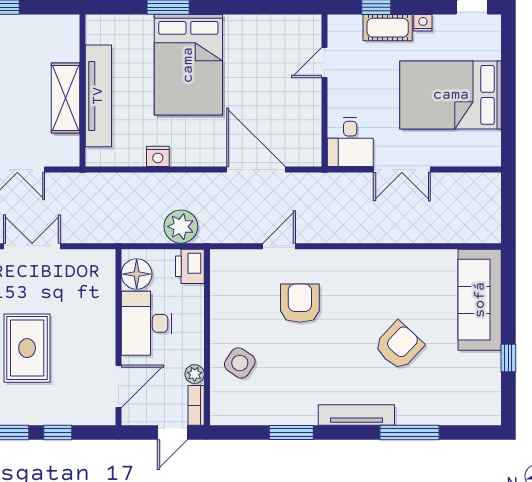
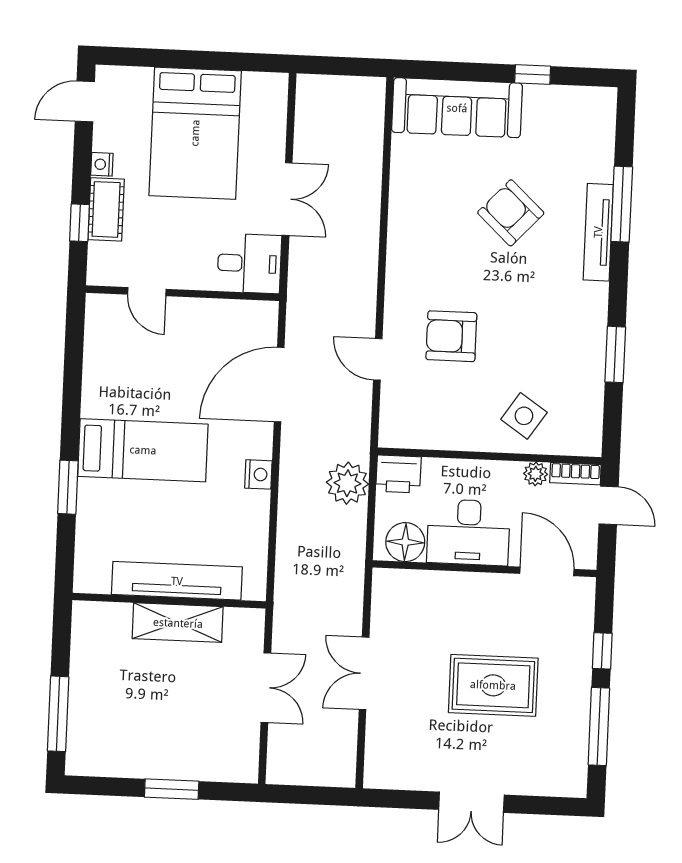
bed: (188, 65) -> (143, 450), width x0.67
nightstand: (158, 156) -> (258, 474), moved
tv unit: (356, 415) -> (598, 232), moved

